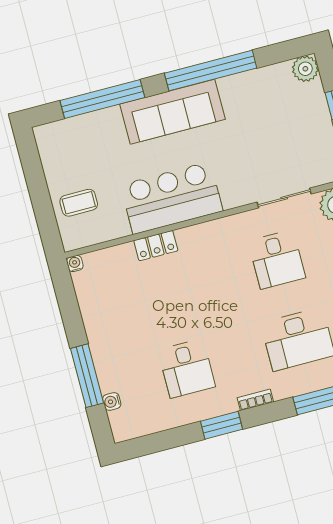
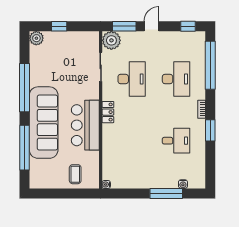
sofa: (172, 112) -> (44, 123), width x1.36, depth x1.27
locker: (156, 246) -> (108, 112), moved
desk: (277, 259) -> (132, 79), width x1.37

